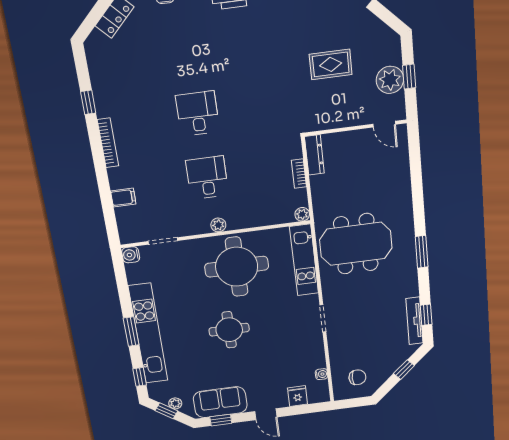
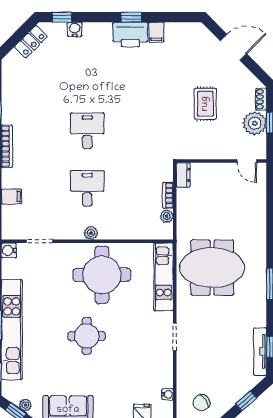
shoe rack: (395, 51) -> (261, 99), added
rug: (331, 64) -> (205, 104), turned 90
dresser: (314, 155) -> (183, 175), width x0.70
plant: (302, 214) -> (167, 216), moved
chair: (357, 377) -> (201, 403), turned 146

